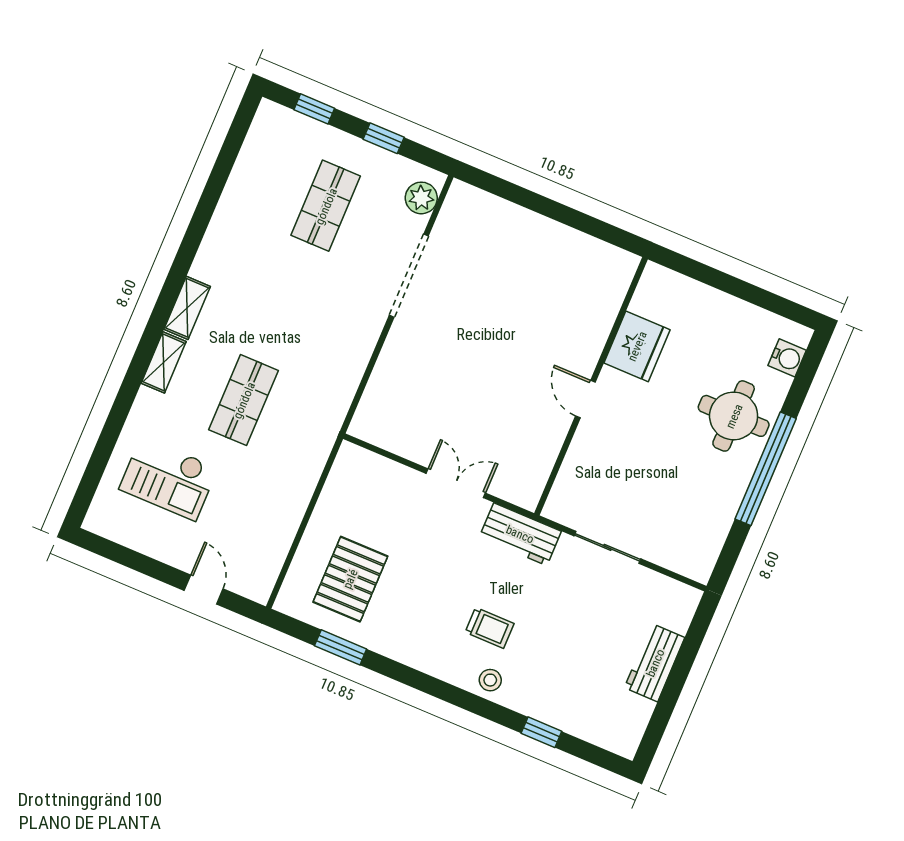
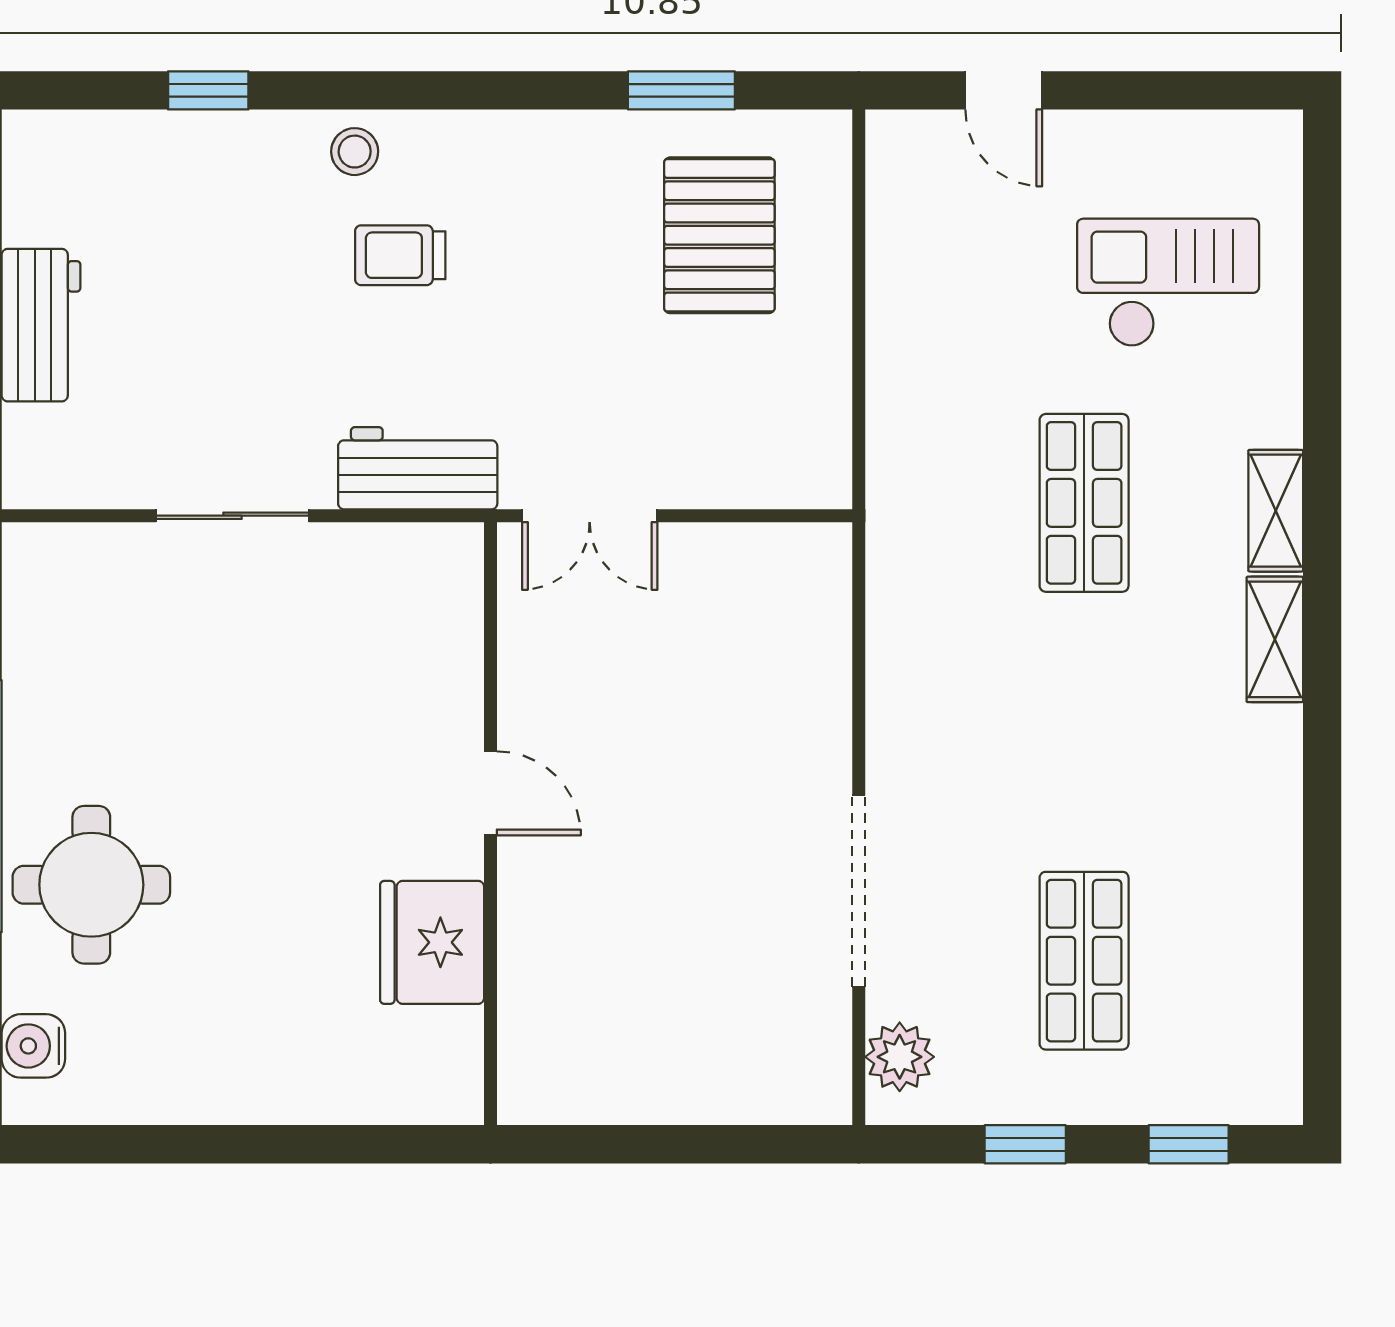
fridge: (637, 346) -> (432, 942), moved
wall: (591, 386) -> (490, 824), moved
door: (585, 399) -> (490, 793), moved

